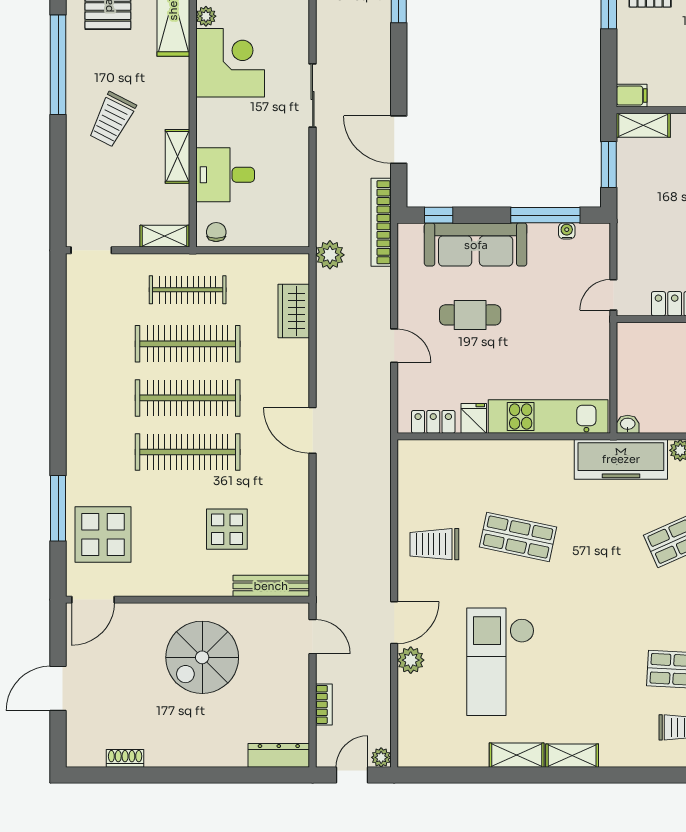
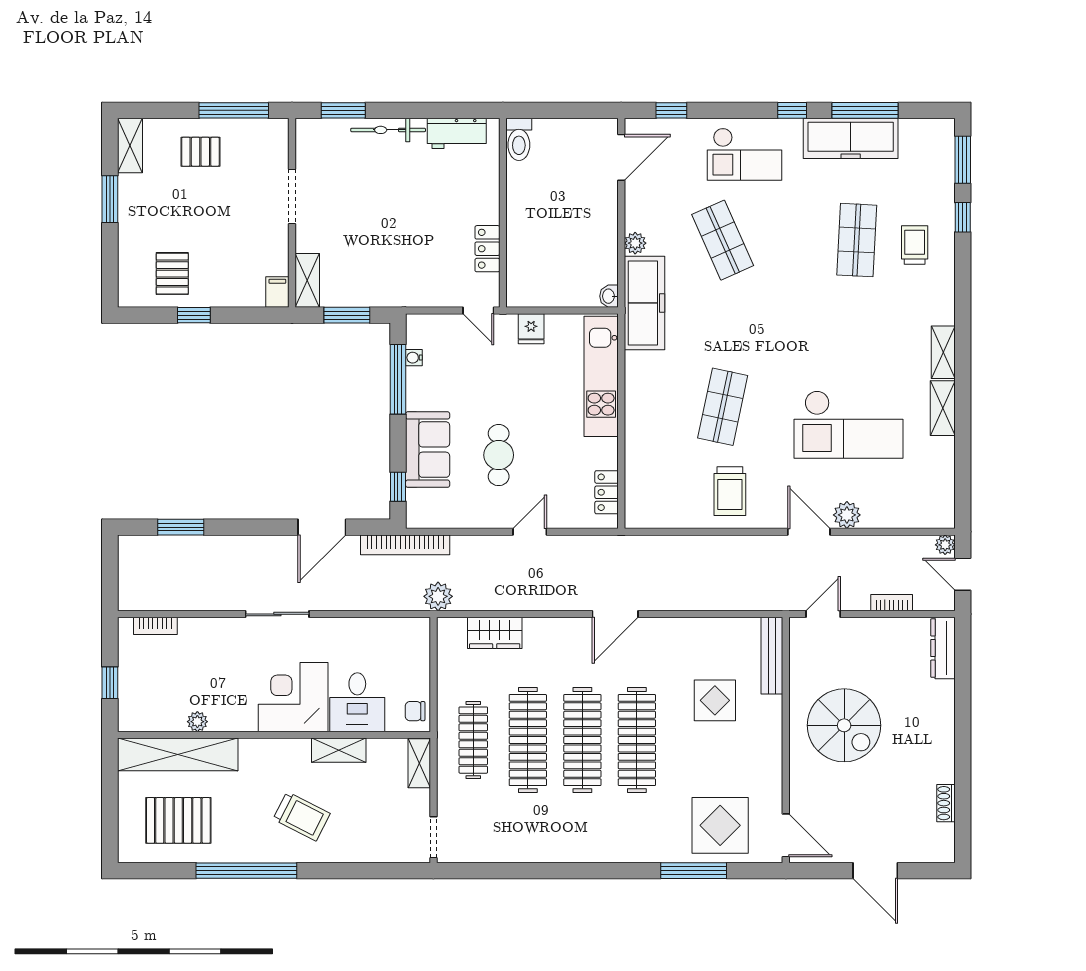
corner desk: (230, 63) -> (293, 697), moved
sofa: (476, 245) -> (428, 450), width x0.73
fridge: (474, 418) -> (531, 329), moved, turned -90

